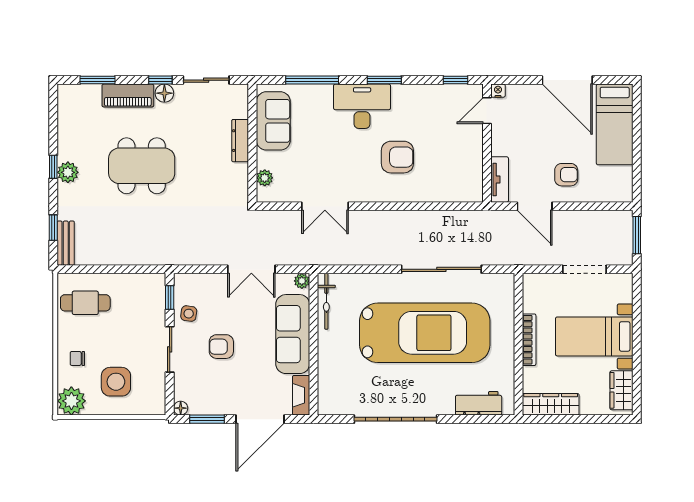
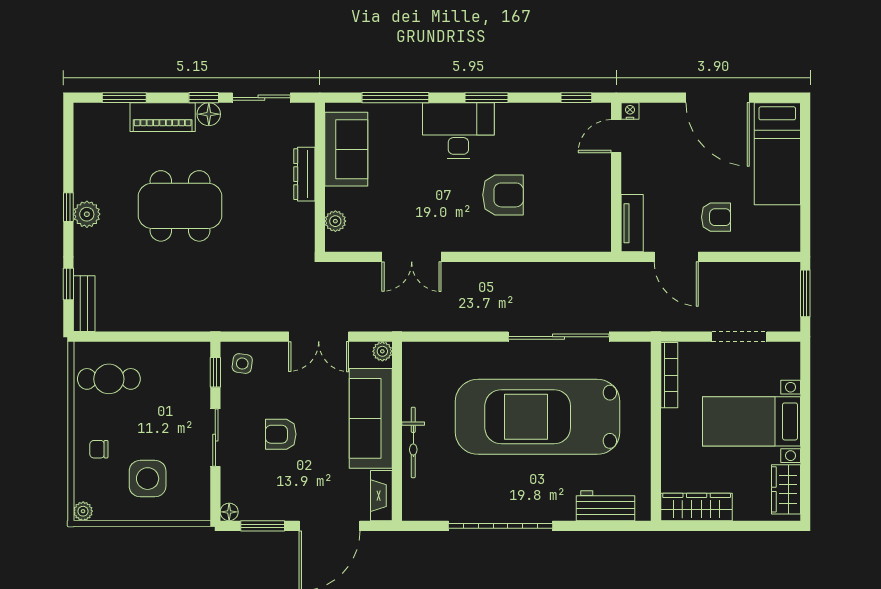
bicycle: (326, 301) -> (413, 442), moved
side table: (189, 314) -> (242, 364), moved
car: (425, 333) -> (538, 417), turned 180
bookcase: (529, 340) -> (669, 375), moved
plant: (71, 401) -> (83, 511), width x0.53, depth x0.53

